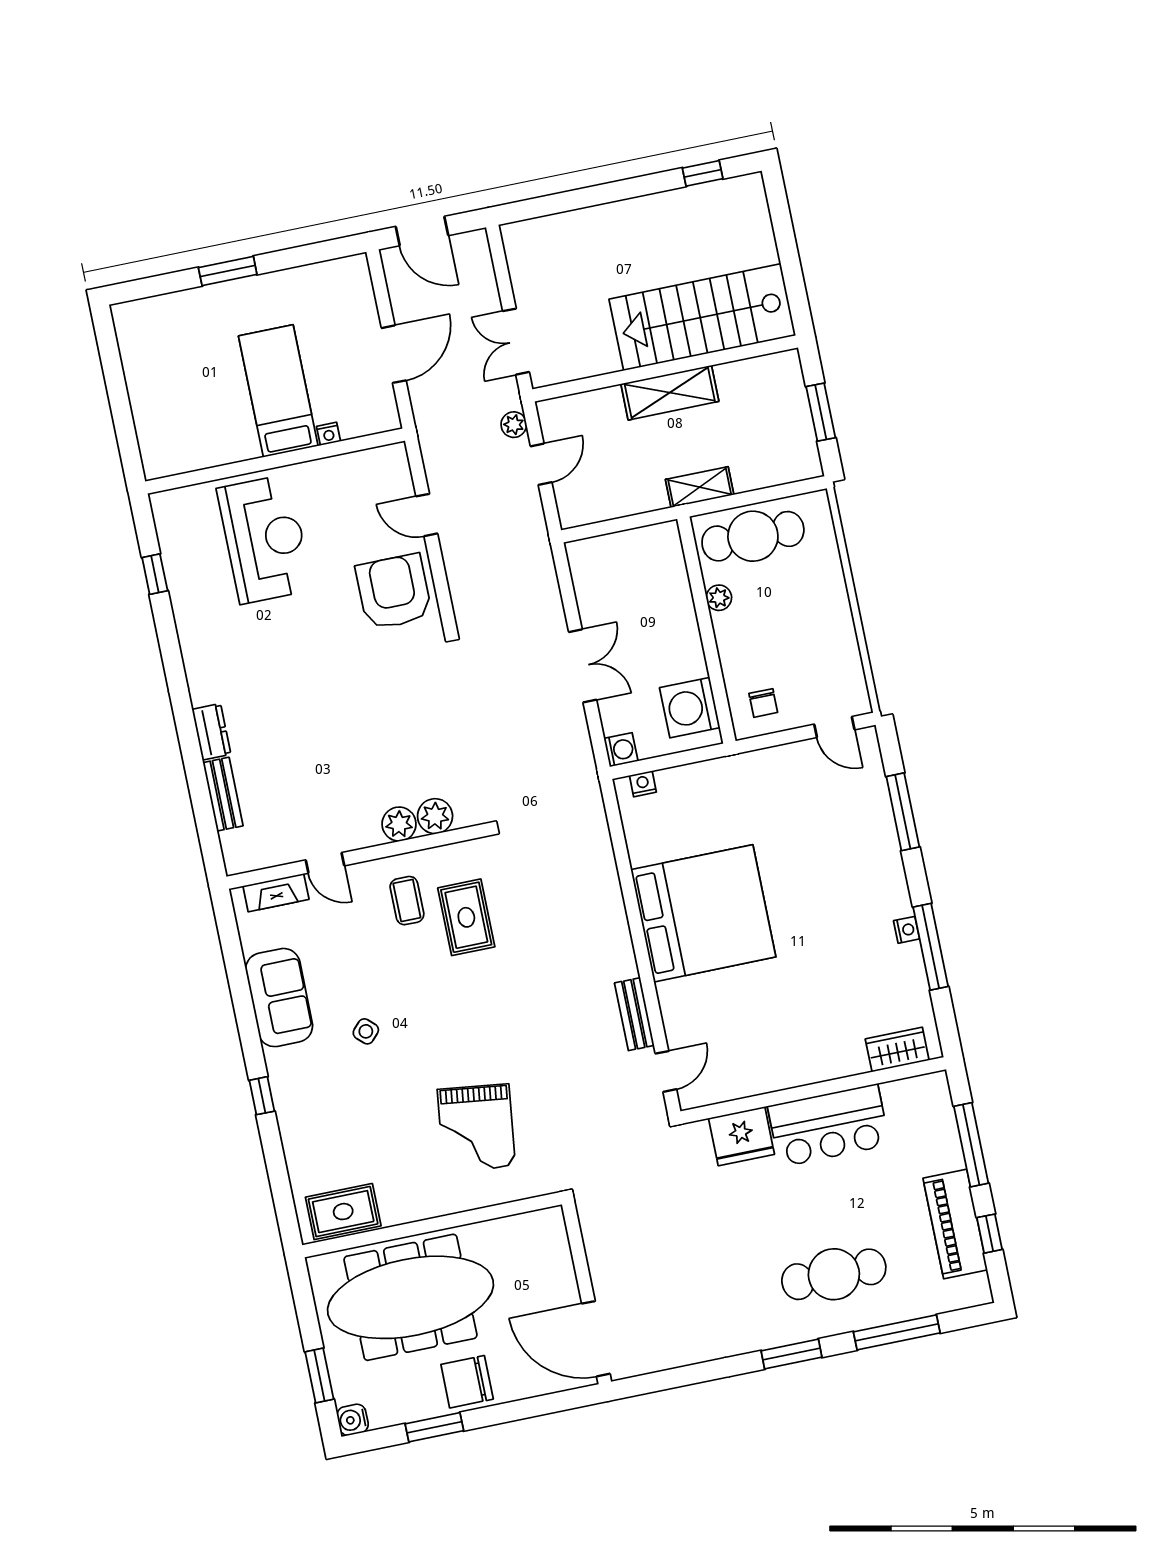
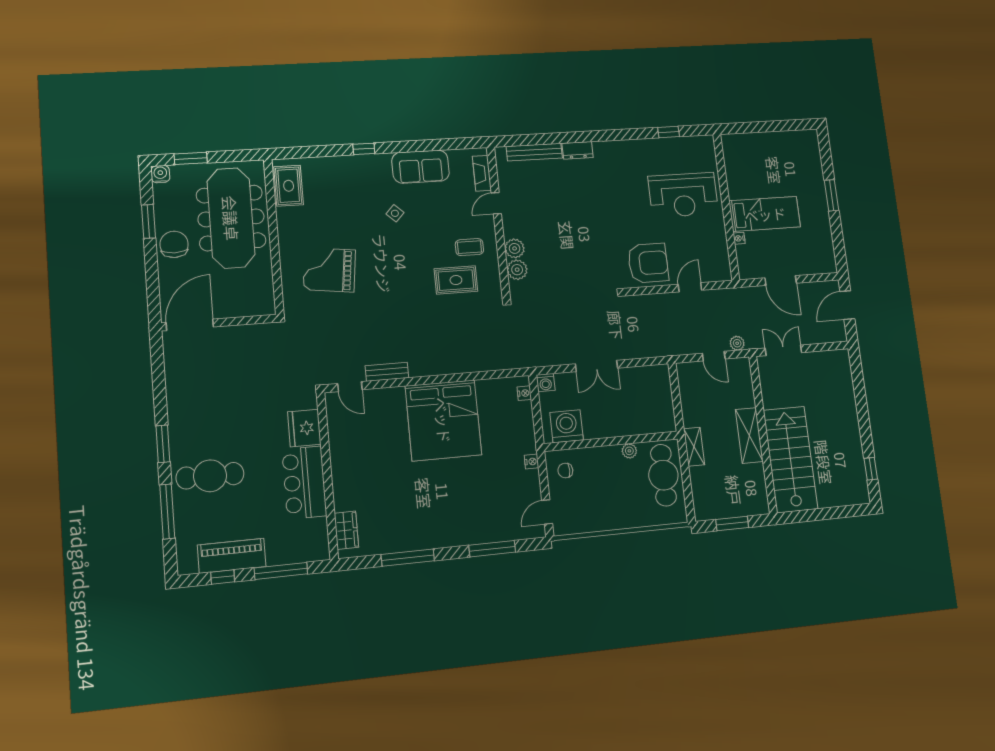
bench: (223, 794) -> (534, 152), width x1.36
nightstand: (907, 930) -> (532, 462), moved, turned -90
cafe table: (834, 1274) -> (210, 476), turned 90

